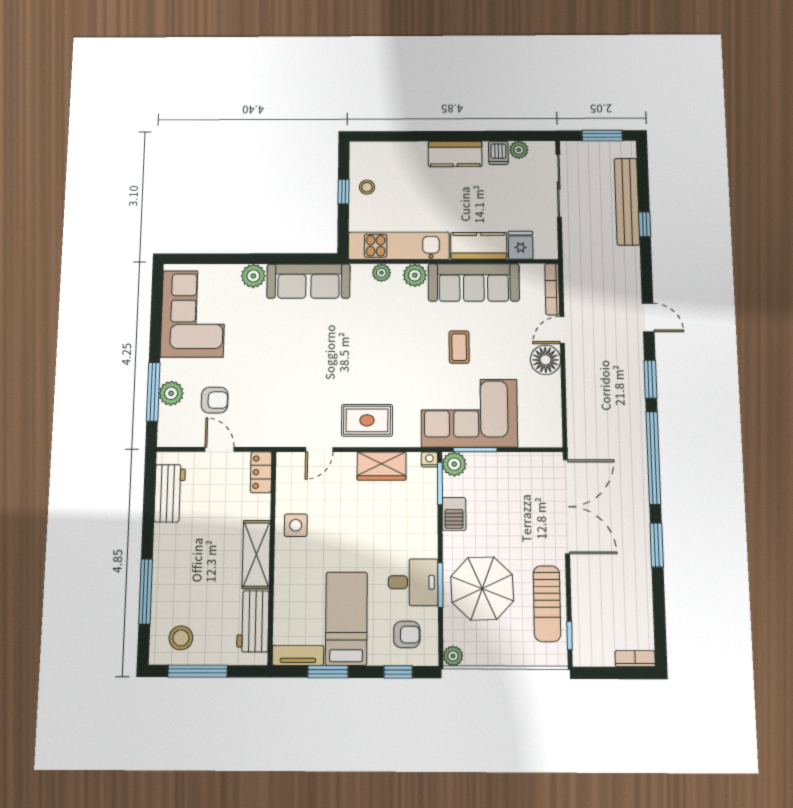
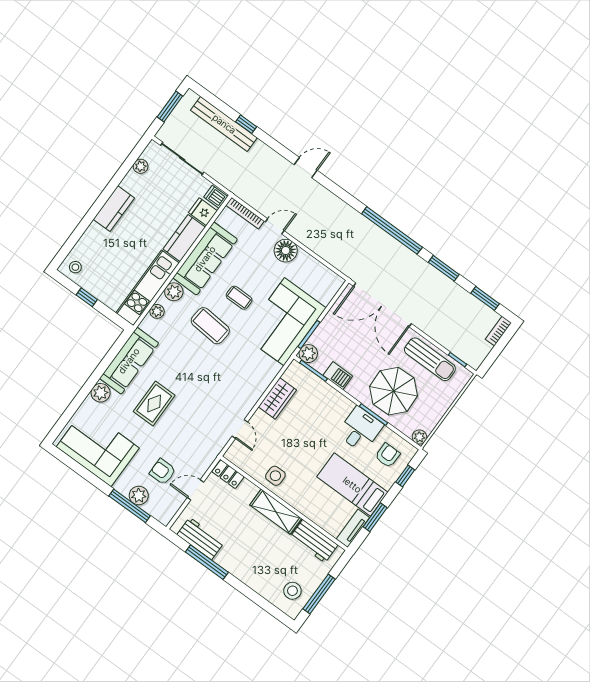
dishwasher: (498, 153) -> (216, 197), moved, turned 180
stool: (367, 187) -> (75, 267), moved
door: (562, 330) -> (275, 226), swing flipped
coffee table: (407, 338) -> (210, 326), added
window: (650, 379) -> (485, 298), moved
armchair: (215, 400) -> (163, 472), turned -90
rug: (367, 420) -> (154, 403), moved
nightstand: (429, 460) -> (295, 366), removed
double door: (566, 507) -> (382, 305), swing flipped
window: (146, 591) -> (207, 562), moved

